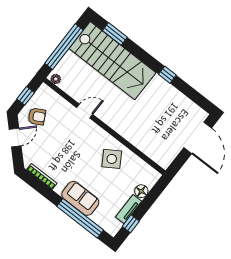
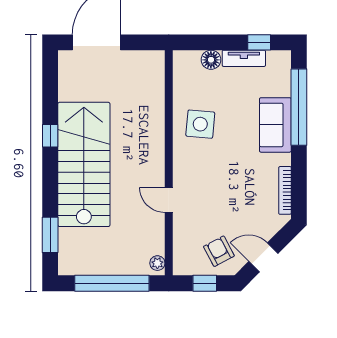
stairs: (112, 61) -> (84, 164), moved
side table: (112, 159) -> (200, 124), turned 37

